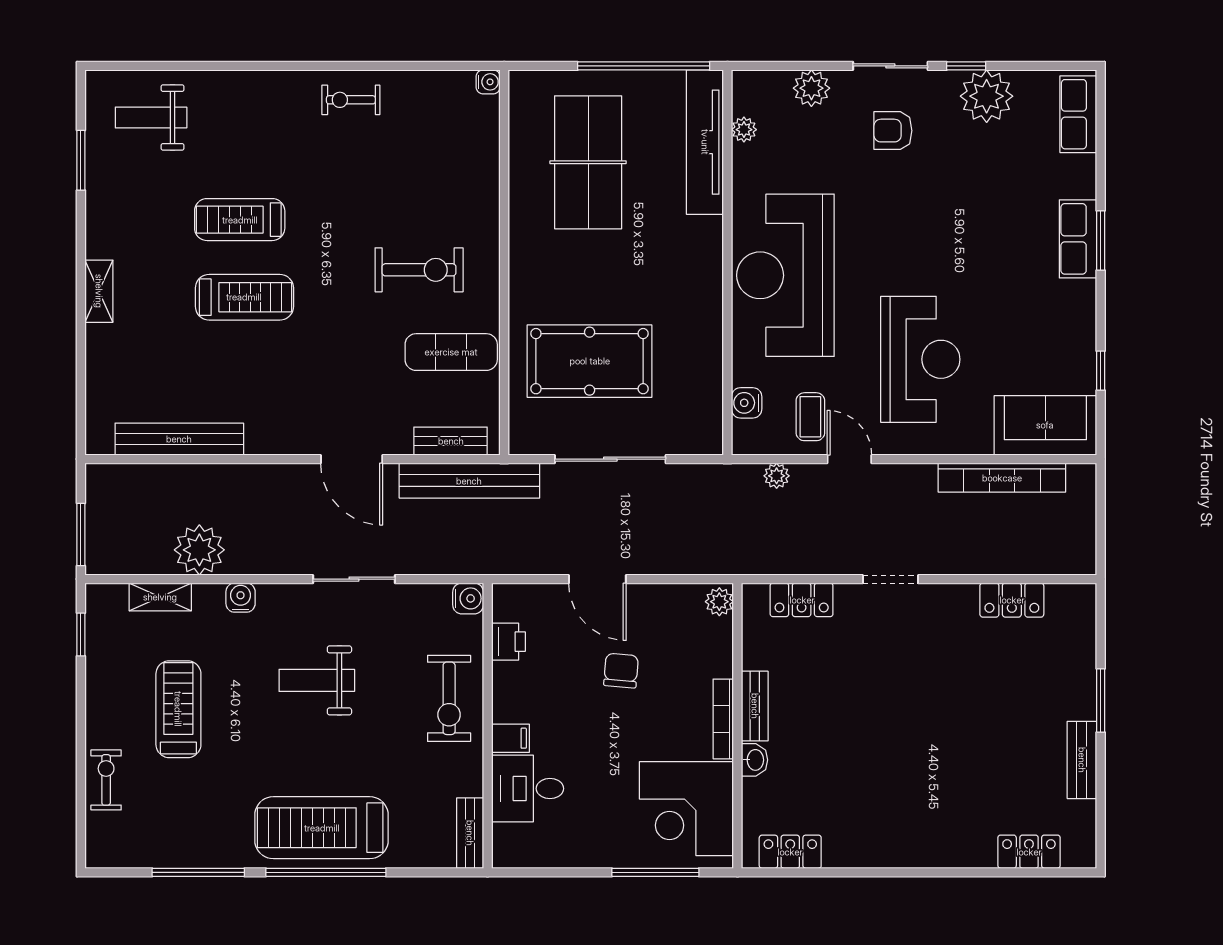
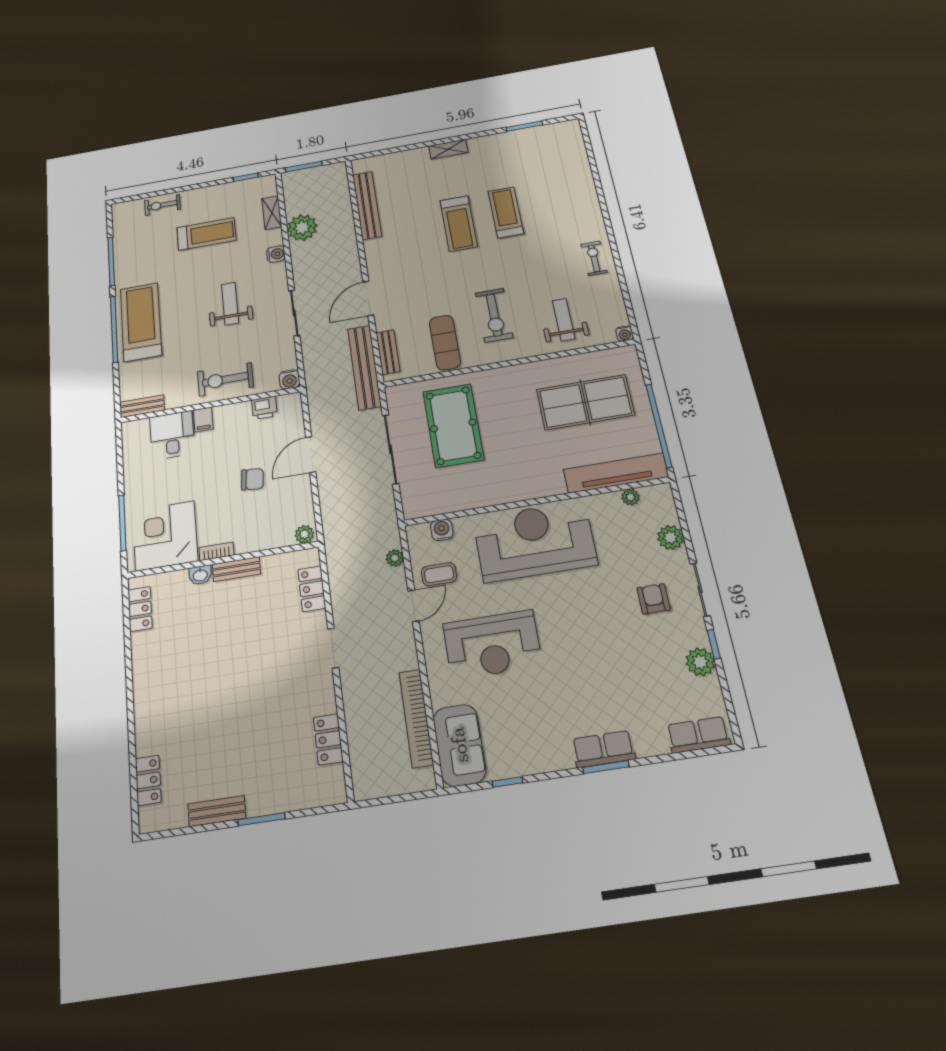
plant: (987, 96) -> (700, 662), width x0.73, depth x0.73
weight bench: (151, 117) -> (564, 320), moved
bookcase: (723, 719) -> (217, 551), width x0.64
exercise bike: (106, 780) -> (162, 205), turned 180

